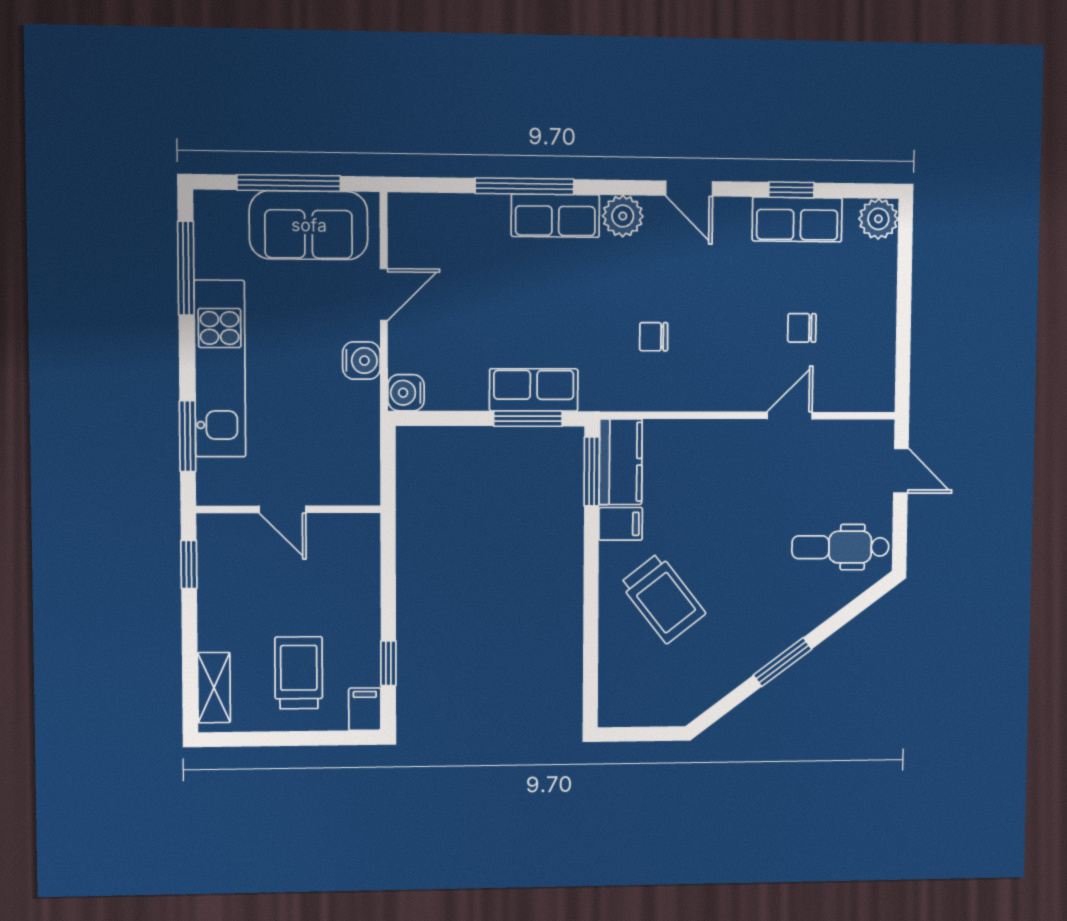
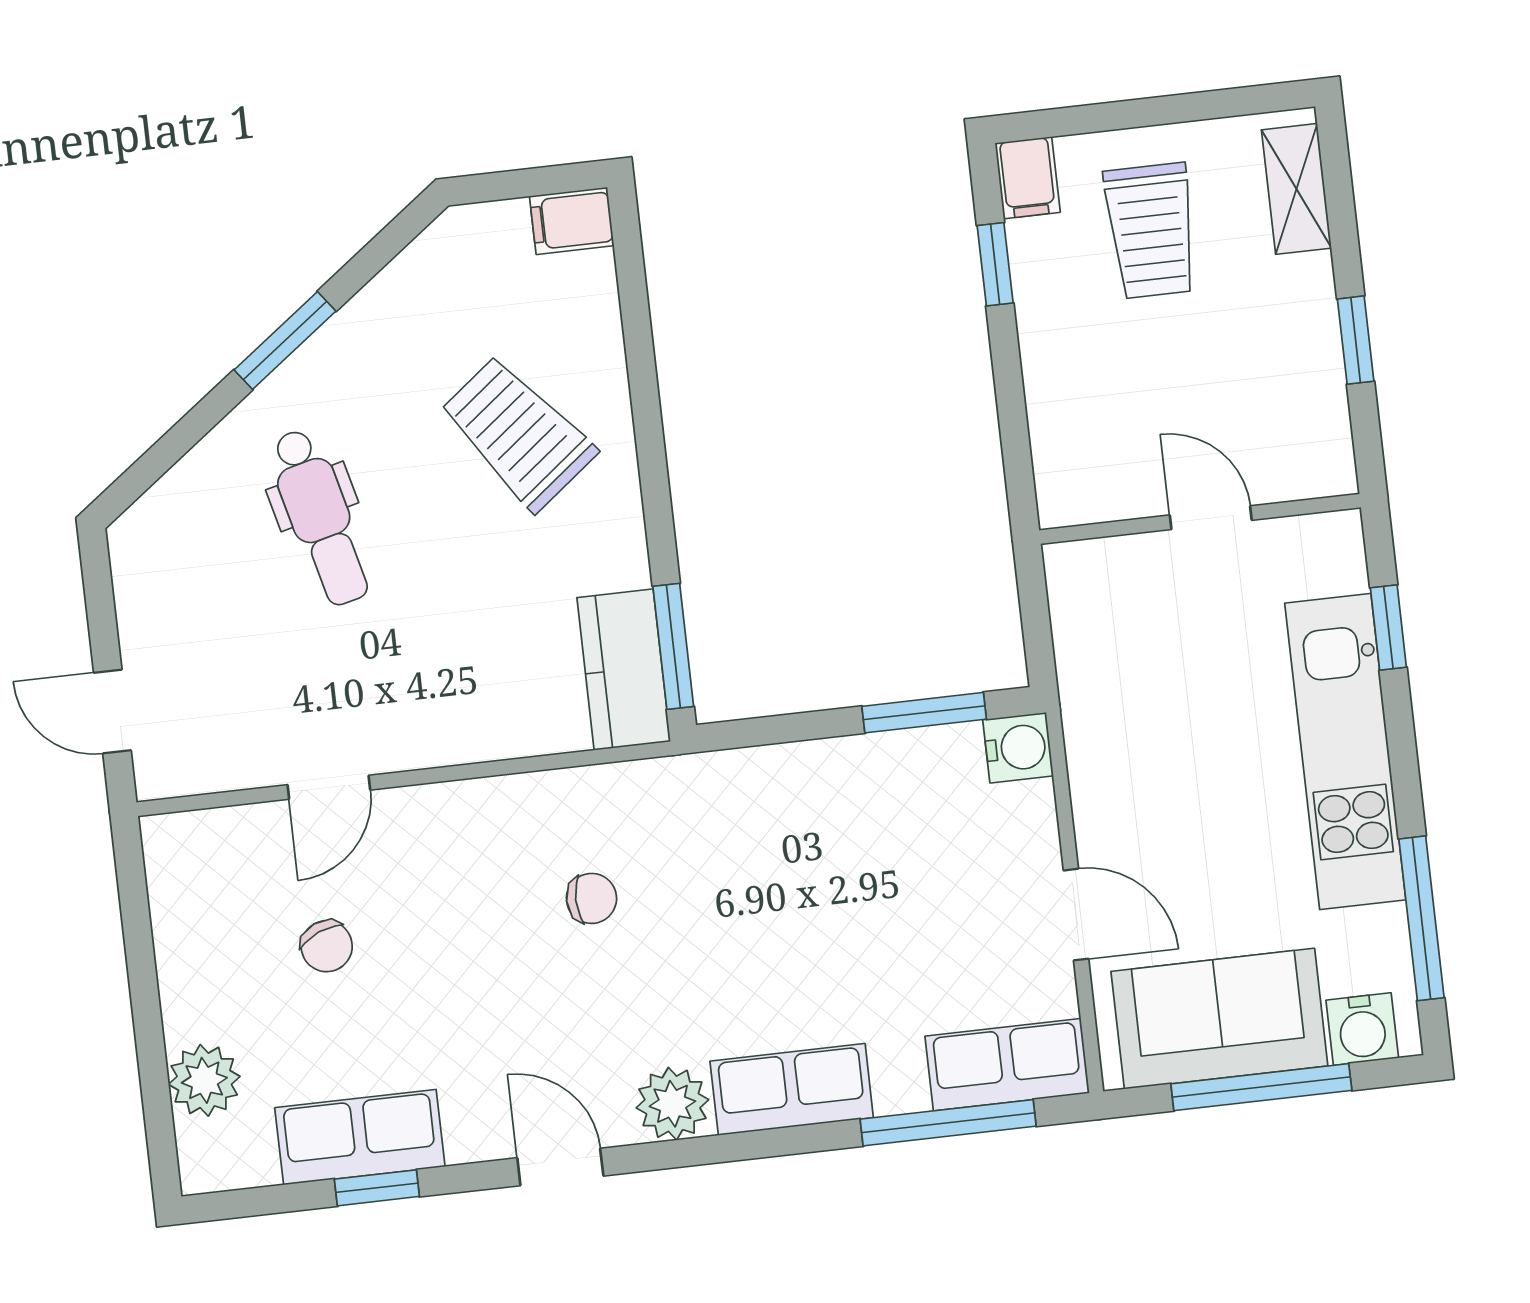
window: (525, 186) -> (948, 1123), moved
plant: (878, 219) -> (204, 1080), moved
door: (384, 295) -> (1076, 915), swing flipped
chair: (802, 328) -> (327, 946), turned 67
water cooler: (361, 361) -> (1362, 1029), moved, turned -90
row of seats: (534, 390) -> (1007, 1065), moved, turned 180
window: (528, 419) -> (924, 713), moved
window: (188, 436) -> (1388, 627), width x0.67
filing cabinet: (621, 524) -> (572, 221), moved
dental chair: (840, 547) -> (320, 517), moved, turned 76
window: (189, 565) -> (1356, 340), moved

